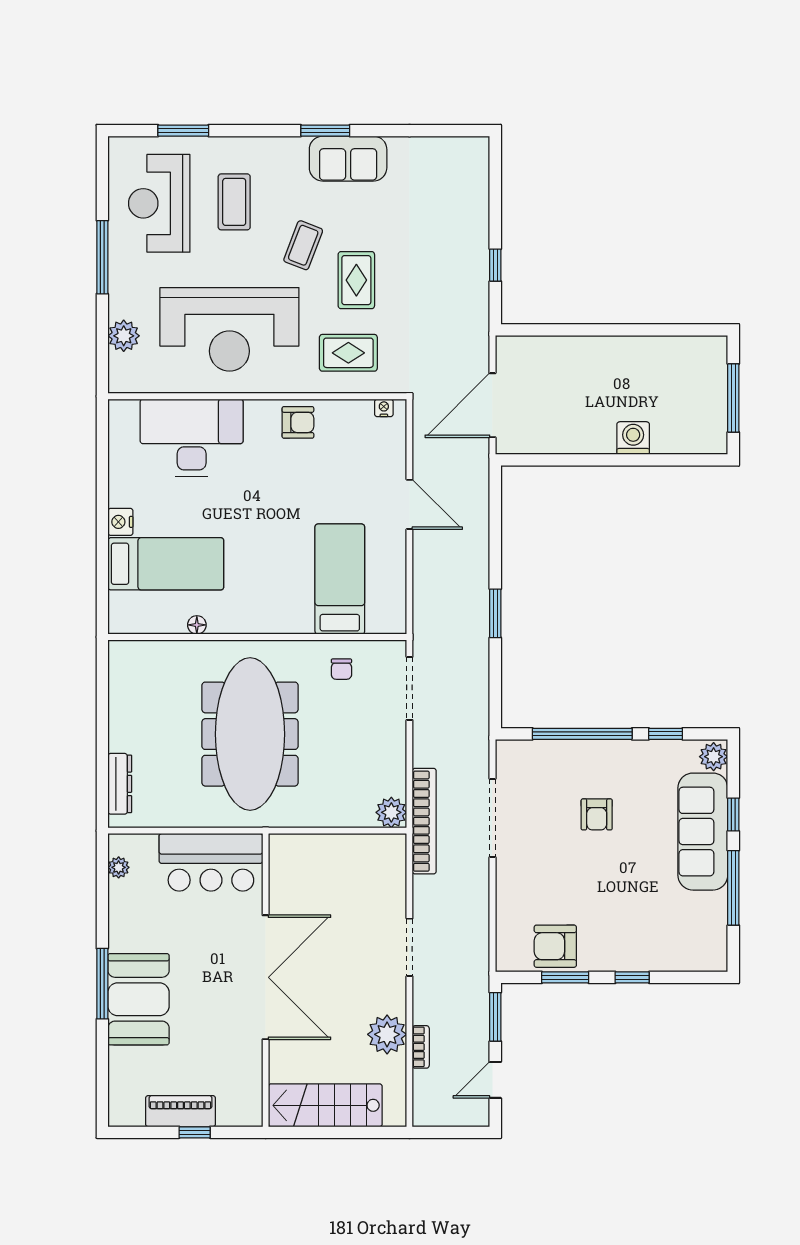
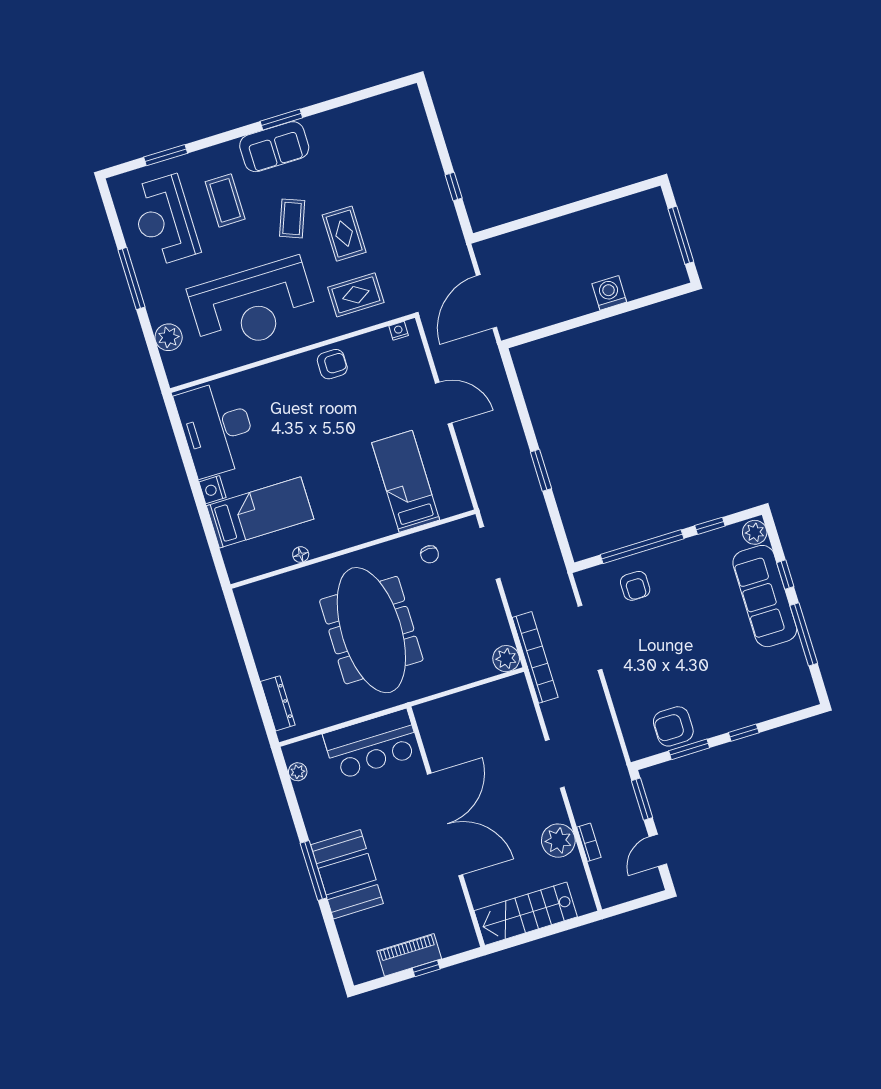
sofa: (348, 159) -> (274, 147), moved
desk: (192, 438) -> (217, 428), moved, turned -90
armchair: (597, 814) -> (635, 586), moved

